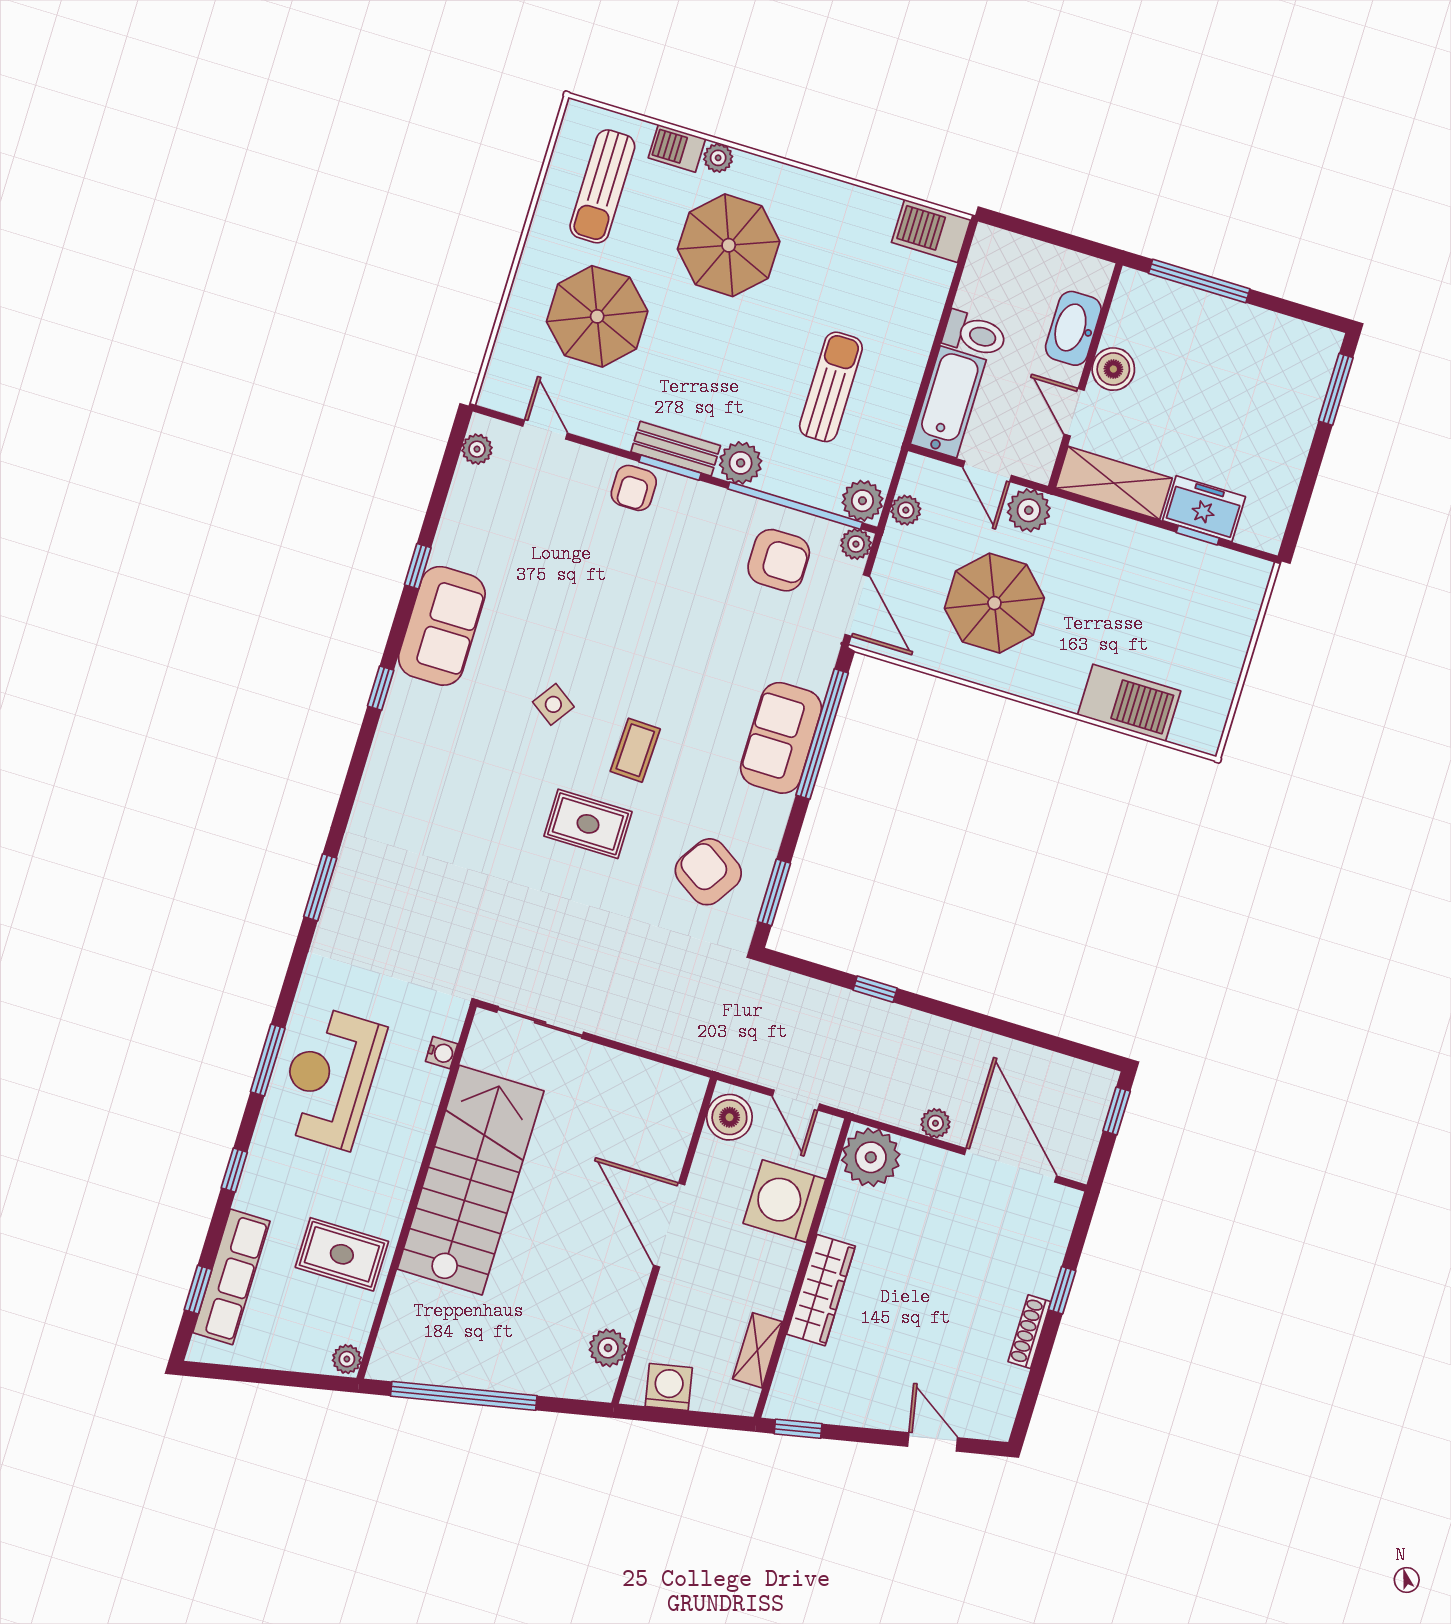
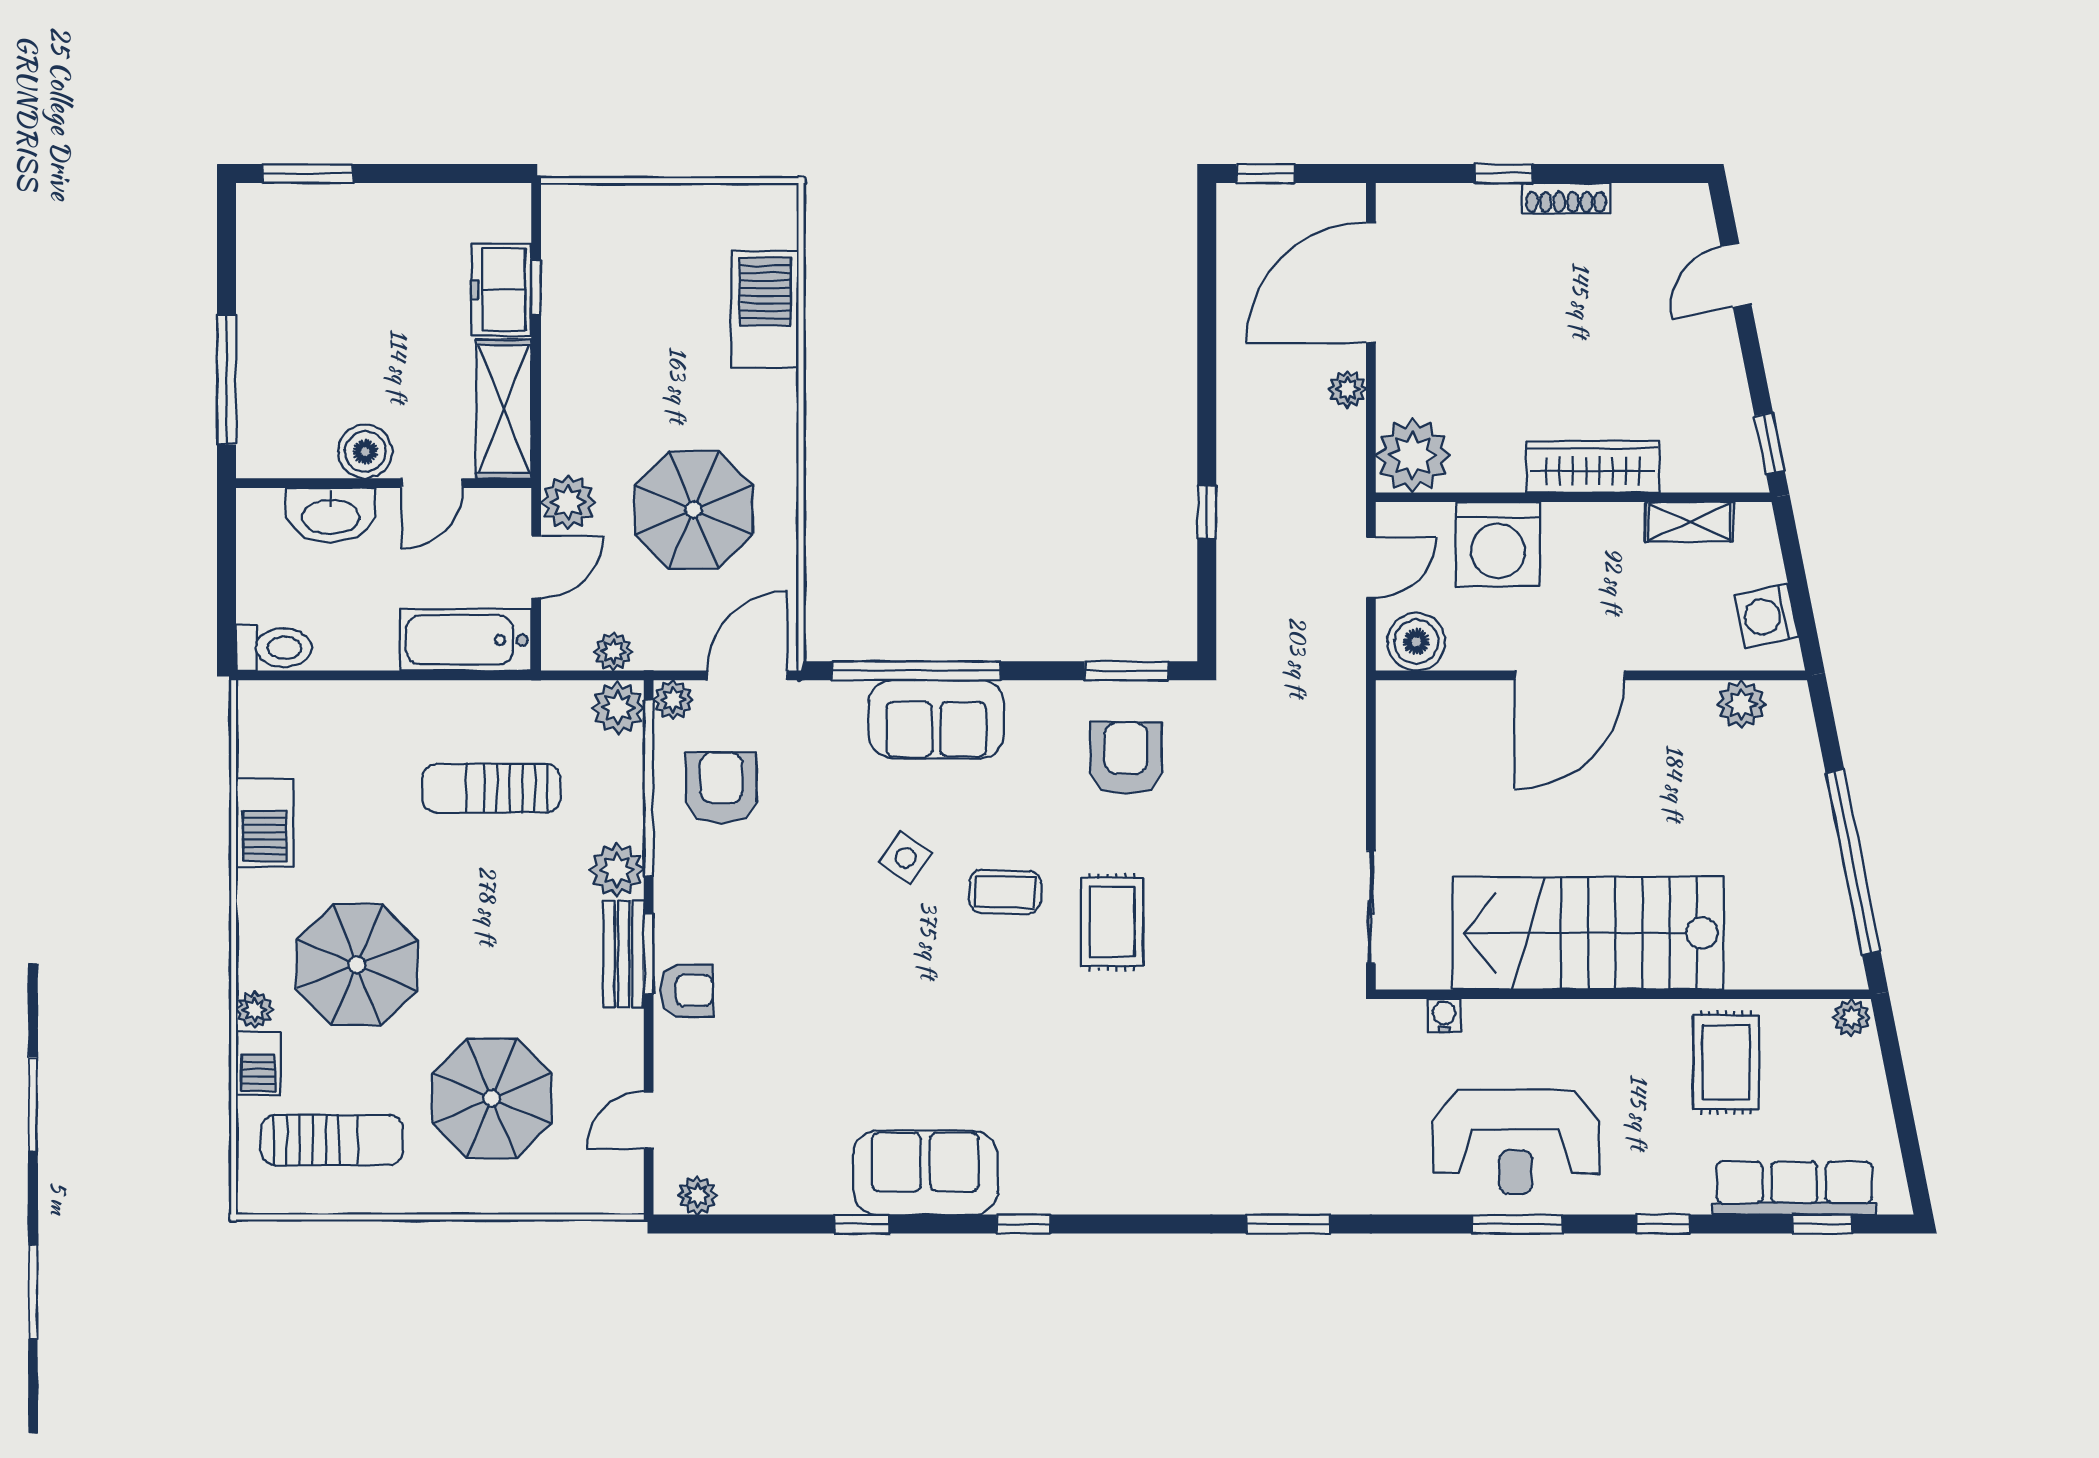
barbecue: (931, 231) -> (265, 823), moved
toilet: (975, 334) -> (274, 648), moved, turned 90
side table: (553, 704) -> (906, 858), moved
armchair: (708, 872) -> (1126, 758), turned 147

